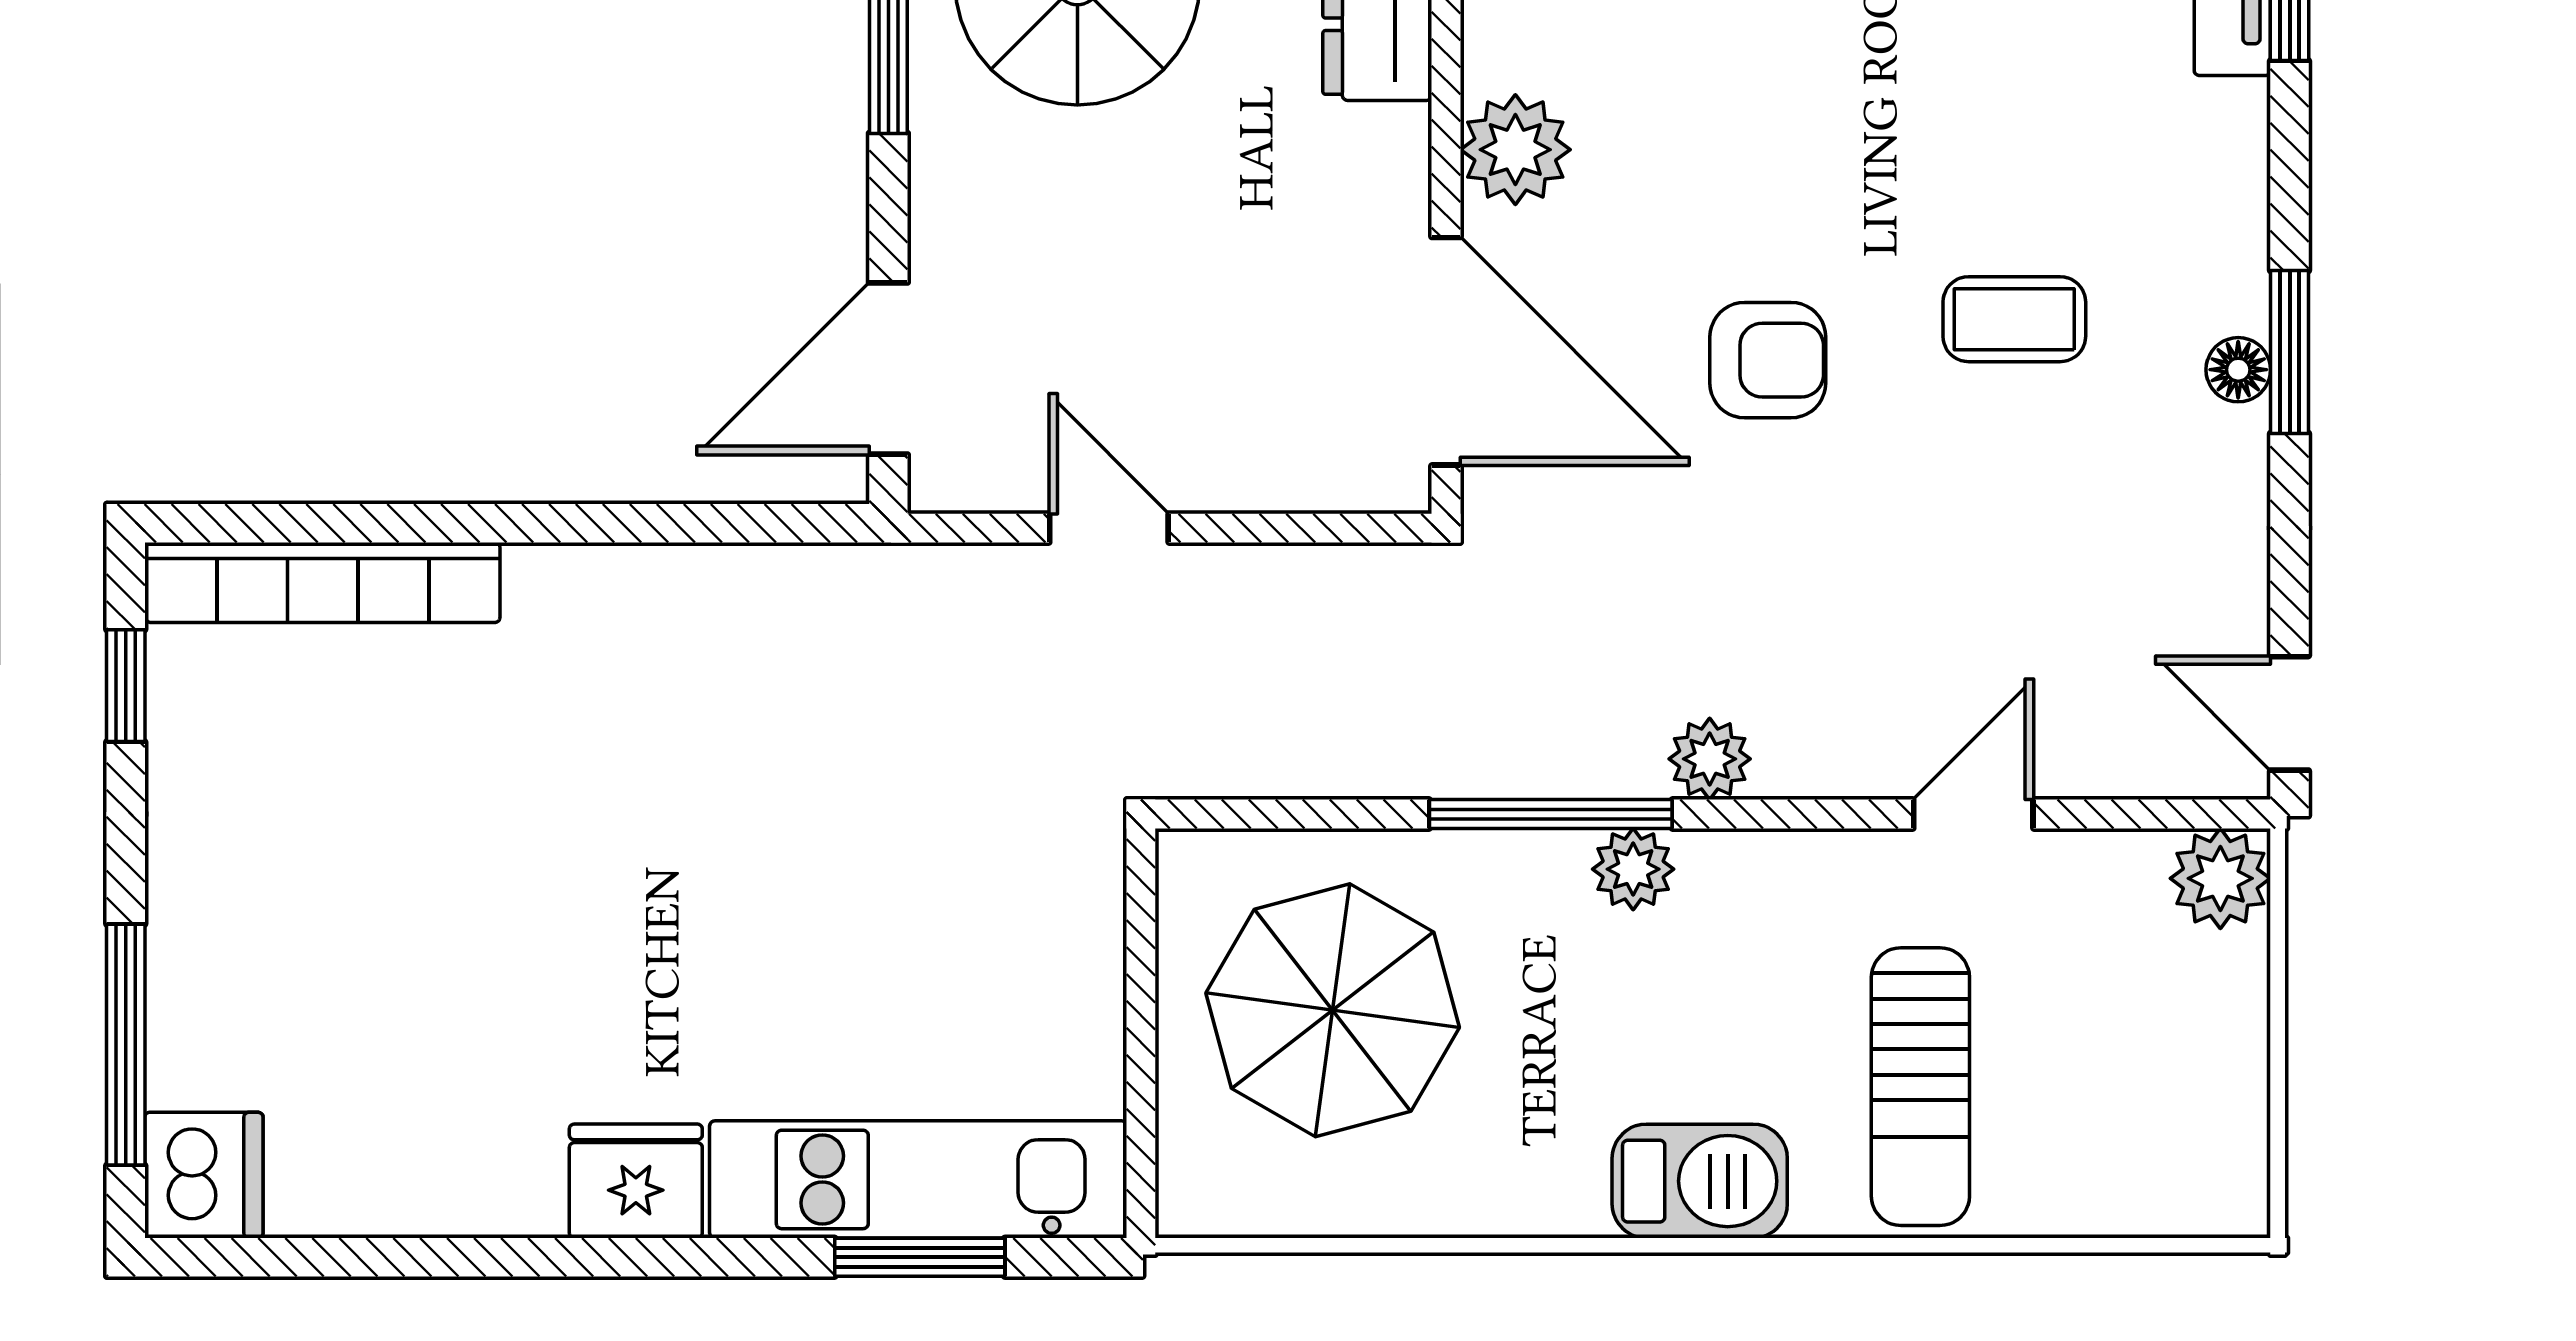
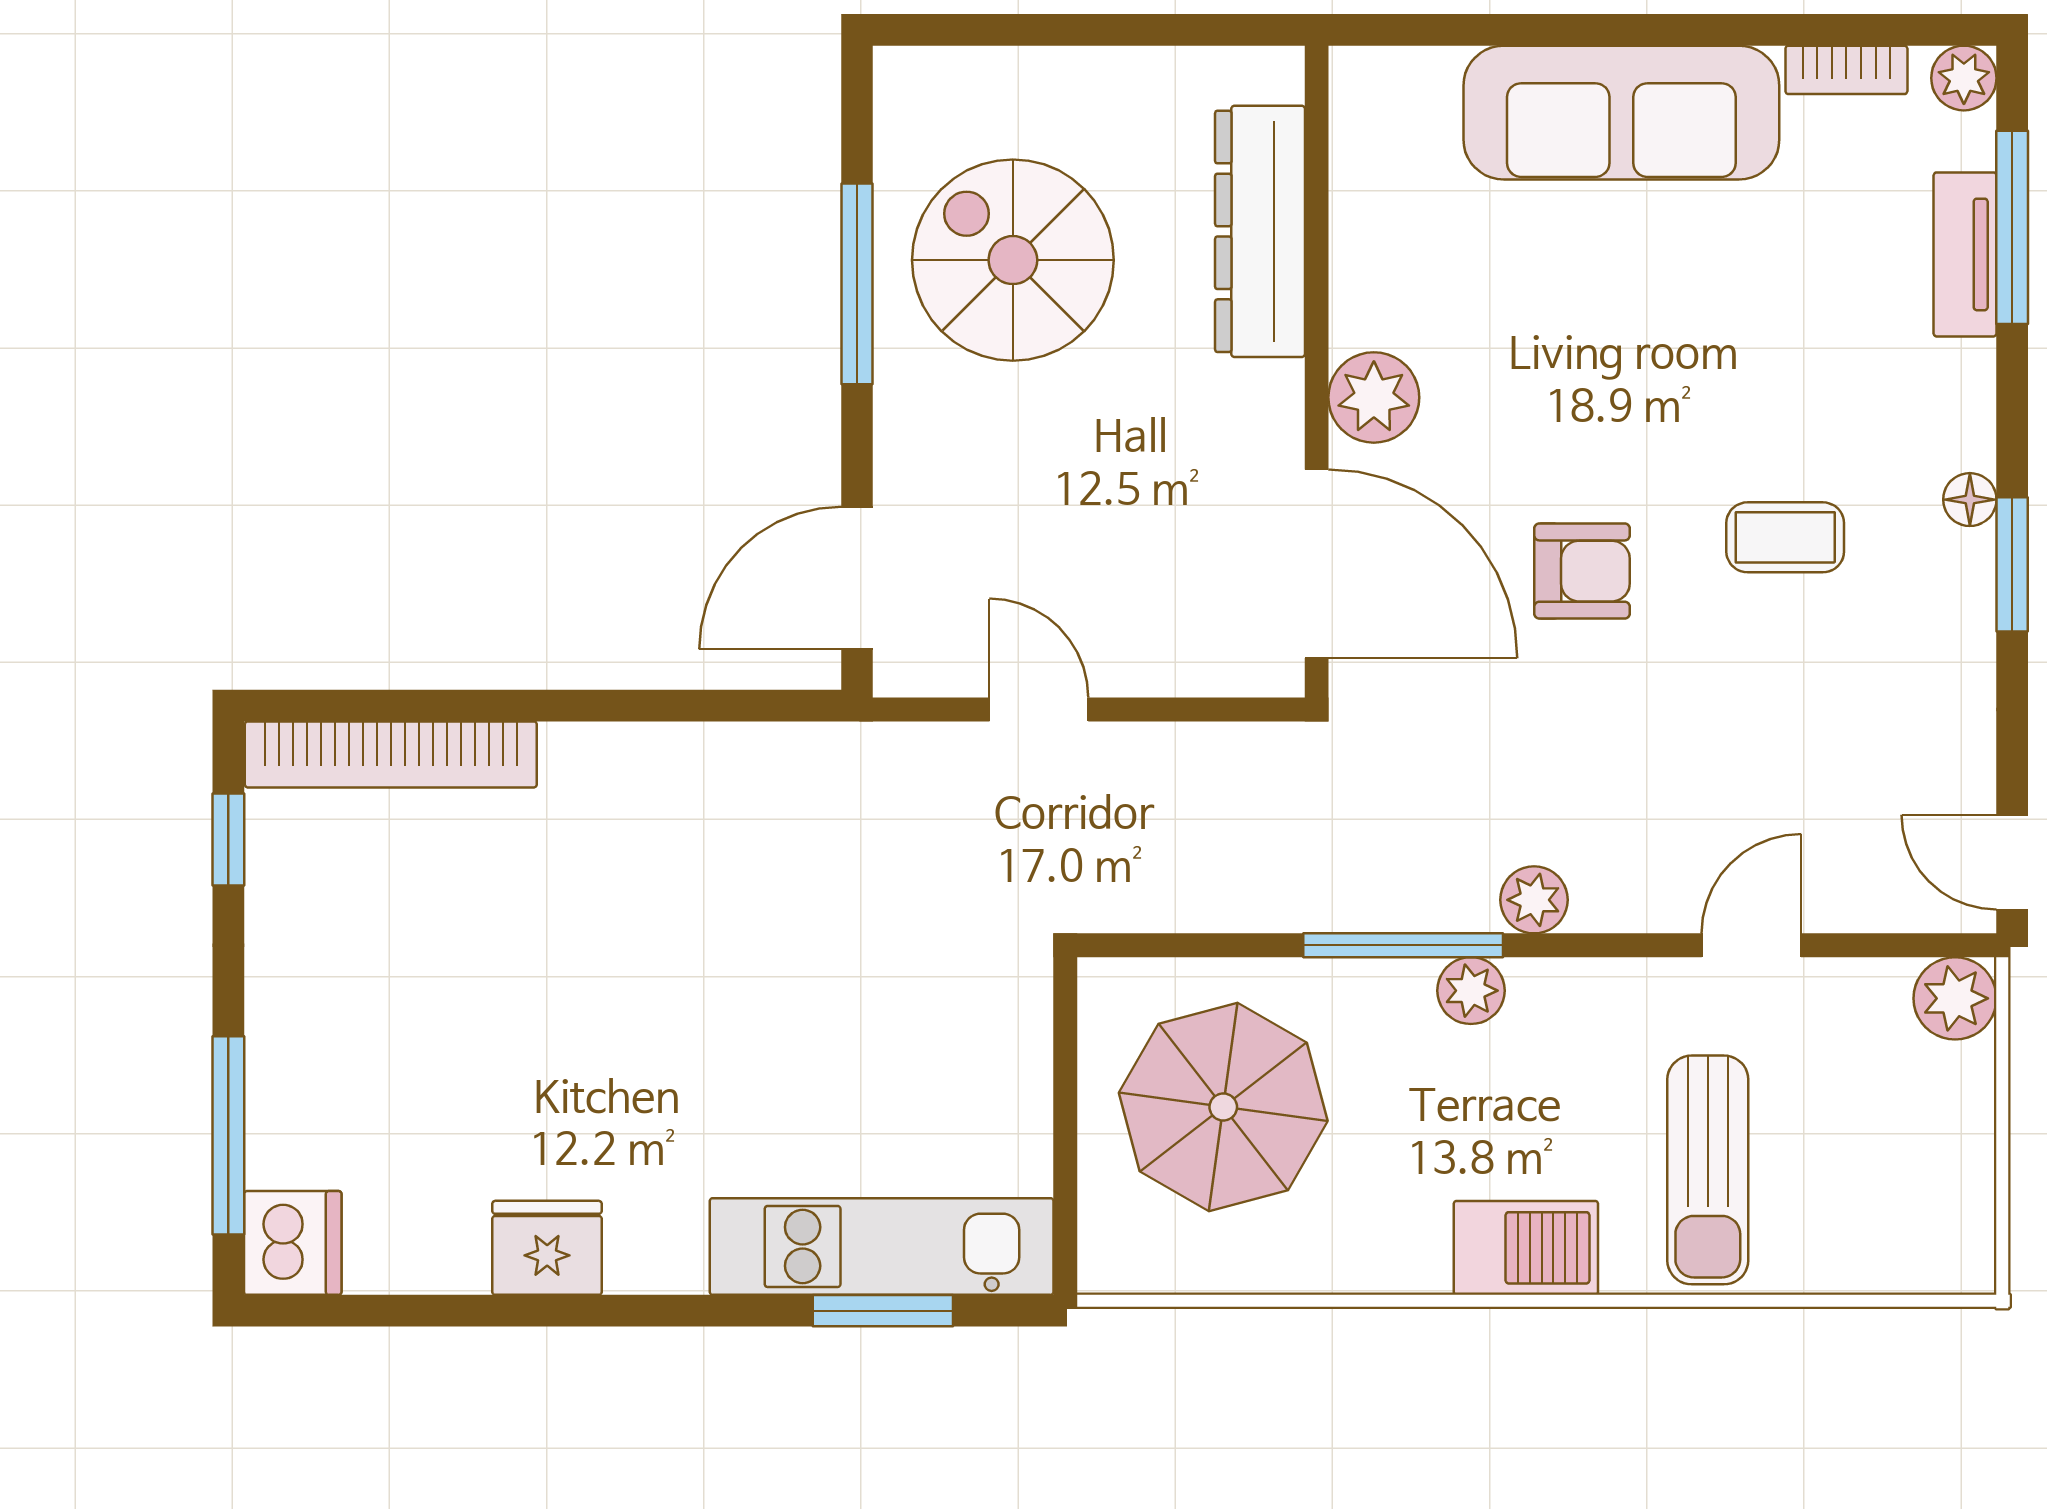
floor lamp: (2238, 370) -> (1970, 500), moved
fridge: (636, 1181) -> (547, 1248), moved

